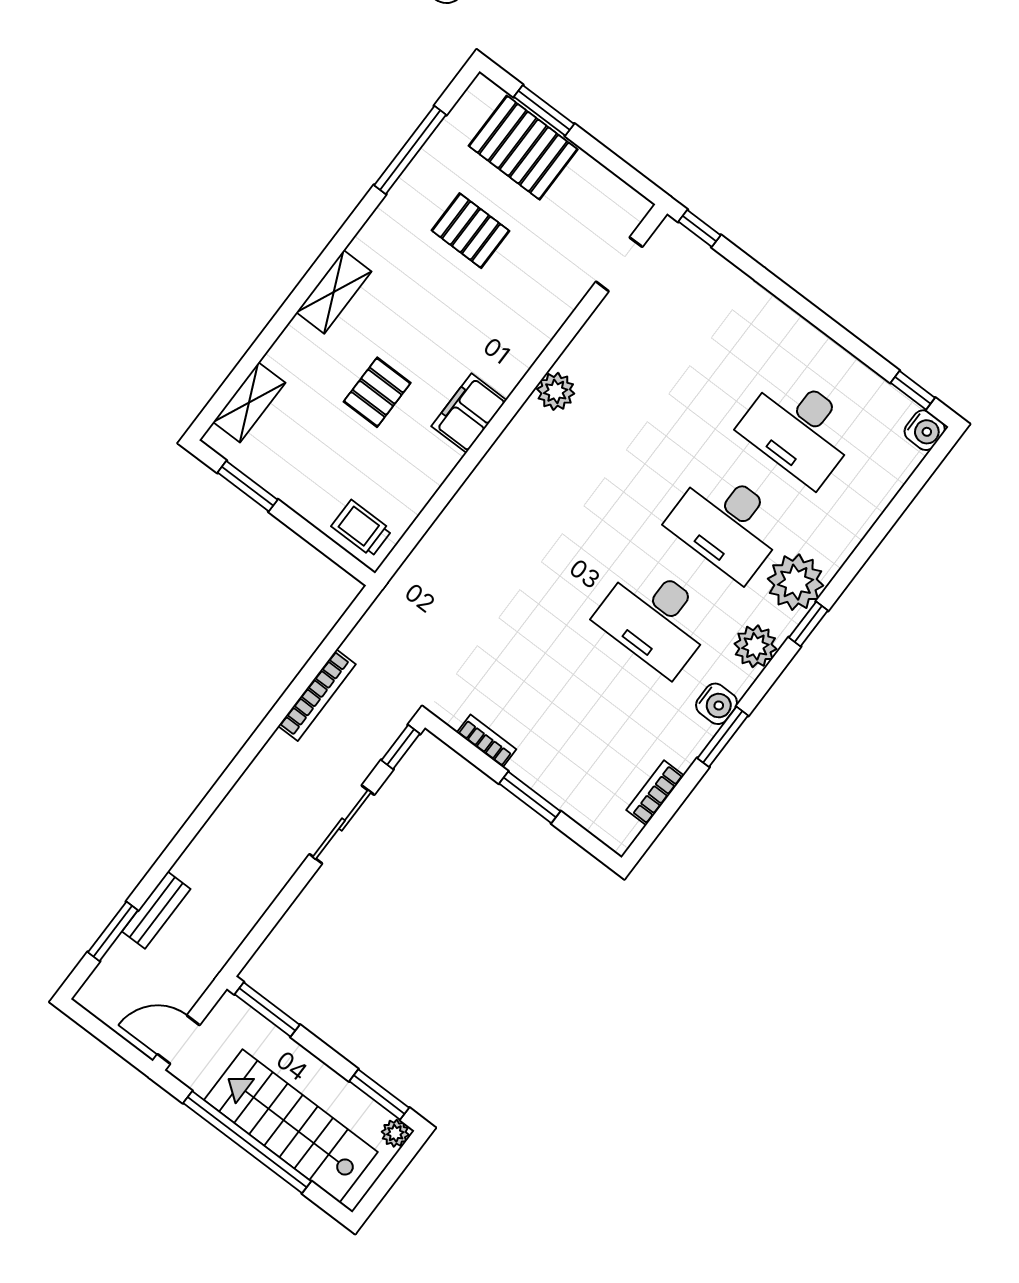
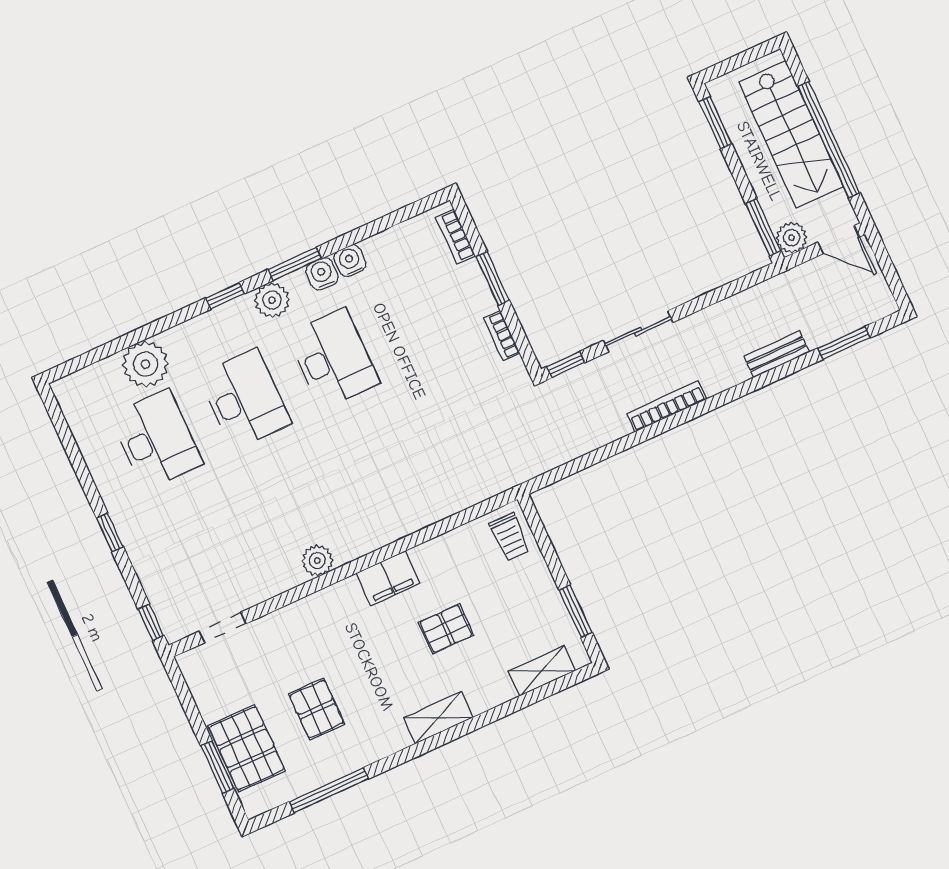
window: (913, 390) -> (110, 532), moved
water cooler: (925, 430) -> (350, 261), moved
plant: (796, 582) -> (145, 364), moved
bookcase: (317, 695) -> (667, 406), moved
window: (723, 737) -> (295, 264), moved
bookcase: (655, 793) -> (456, 237), moved, turned 90
bench: (156, 910) -> (777, 354), moved
plant: (395, 1133) -> (792, 238), moved, width x1.38, depth x1.38

